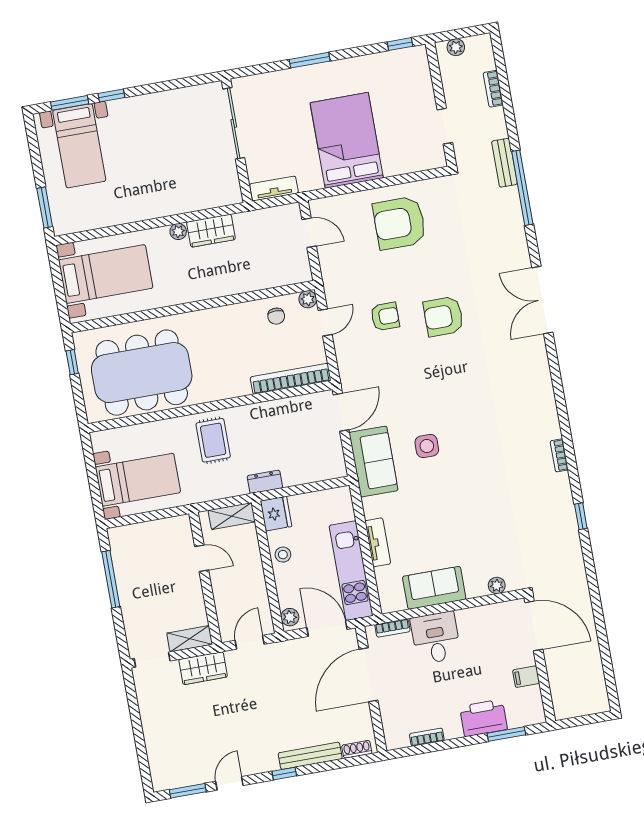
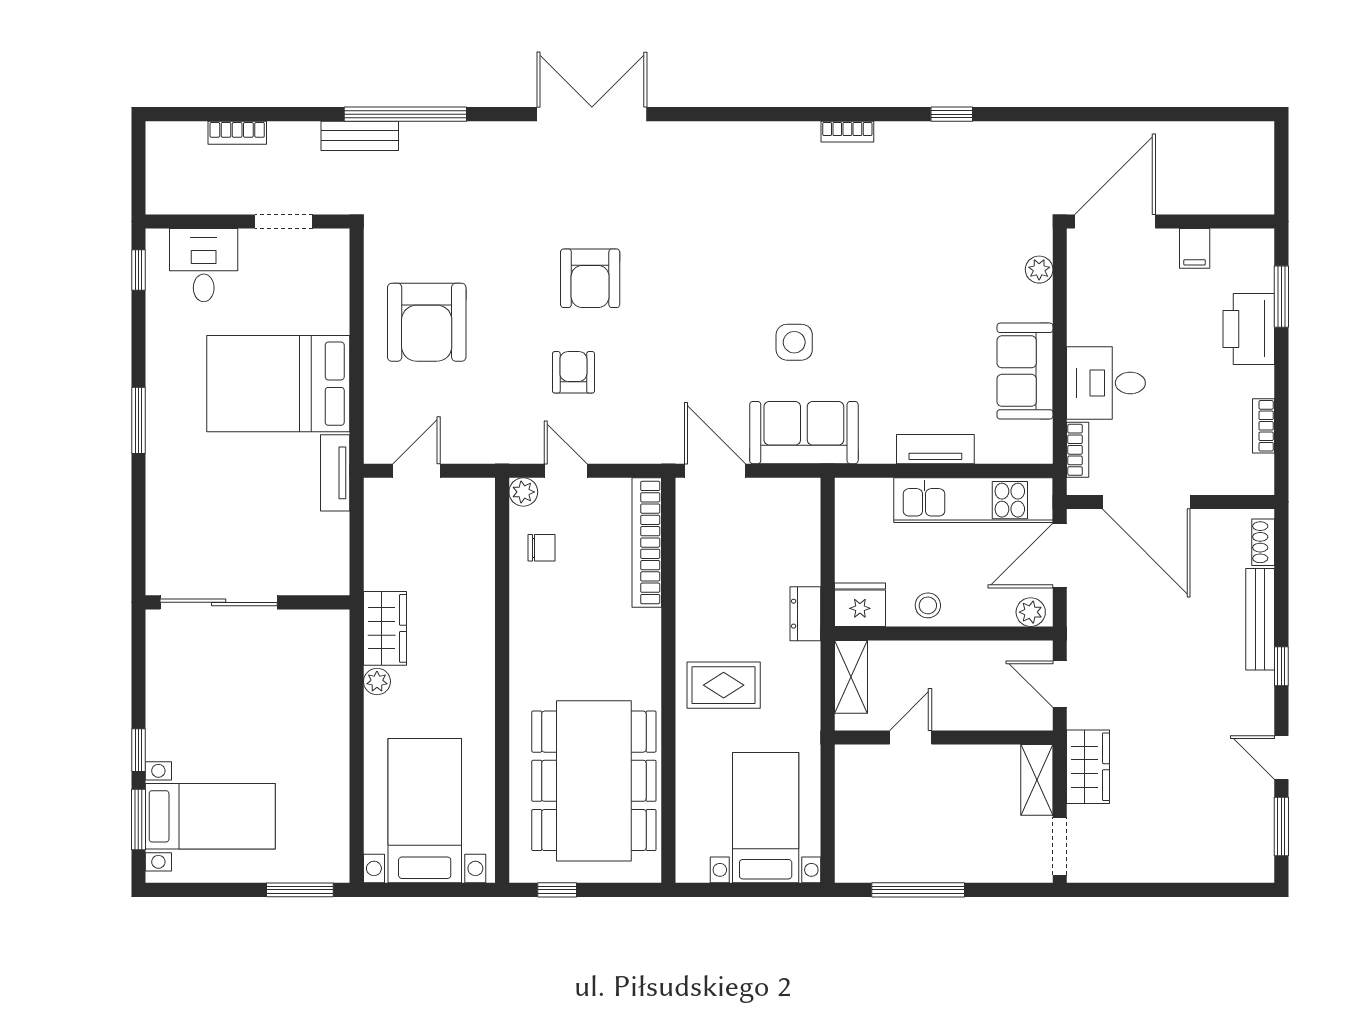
plant: (456, 47) -> (160, 181), removed
desk: (410, 83) -> (204, 265), added
sliding door: (234, 123) -> (219, 602), moved
wall: (237, 141) -> (248, 602), moved
tv unit: (274, 189) -> (335, 473), moved
double door: (542, 300) -> (592, 114), swing flipped

